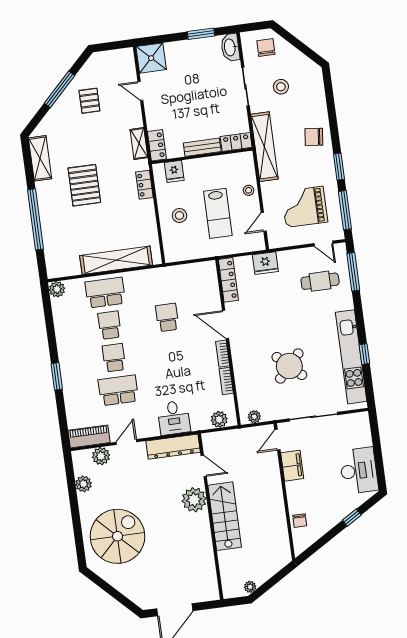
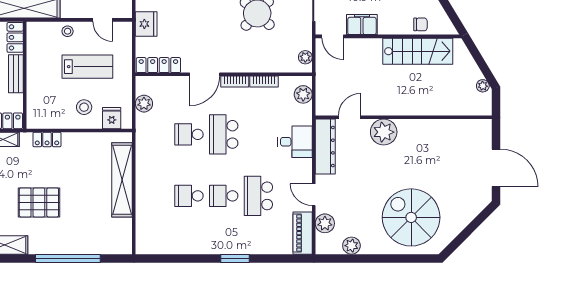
fridge: (174, 171) -> (112, 118), moved, turned -90
plant: (57, 289) -> (144, 104), moved
school desk: (105, 293) -> (224, 134), moved
stairs: (225, 516) -> (418, 51), moved, turned 180

